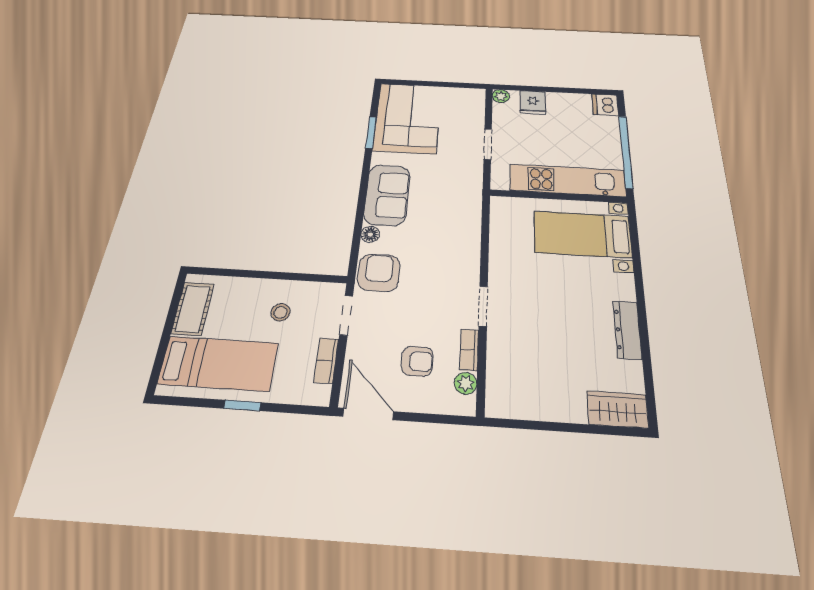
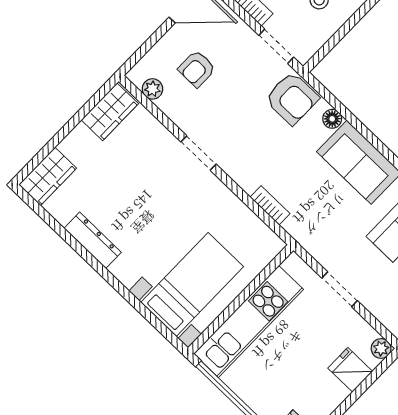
bookcase: (469, 350) -> (270, 205), moved
wardrobe: (516, 403) -> (110, 112), added

